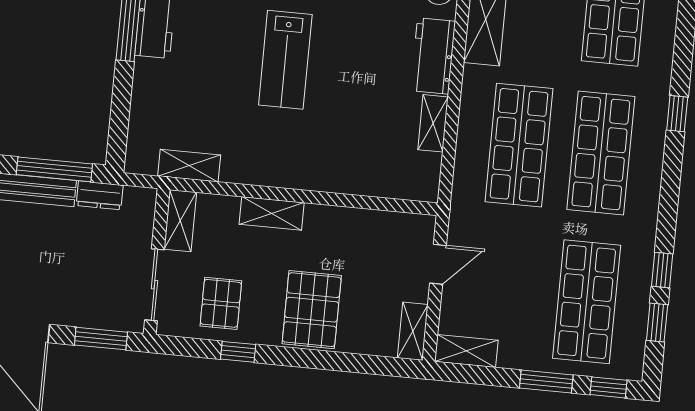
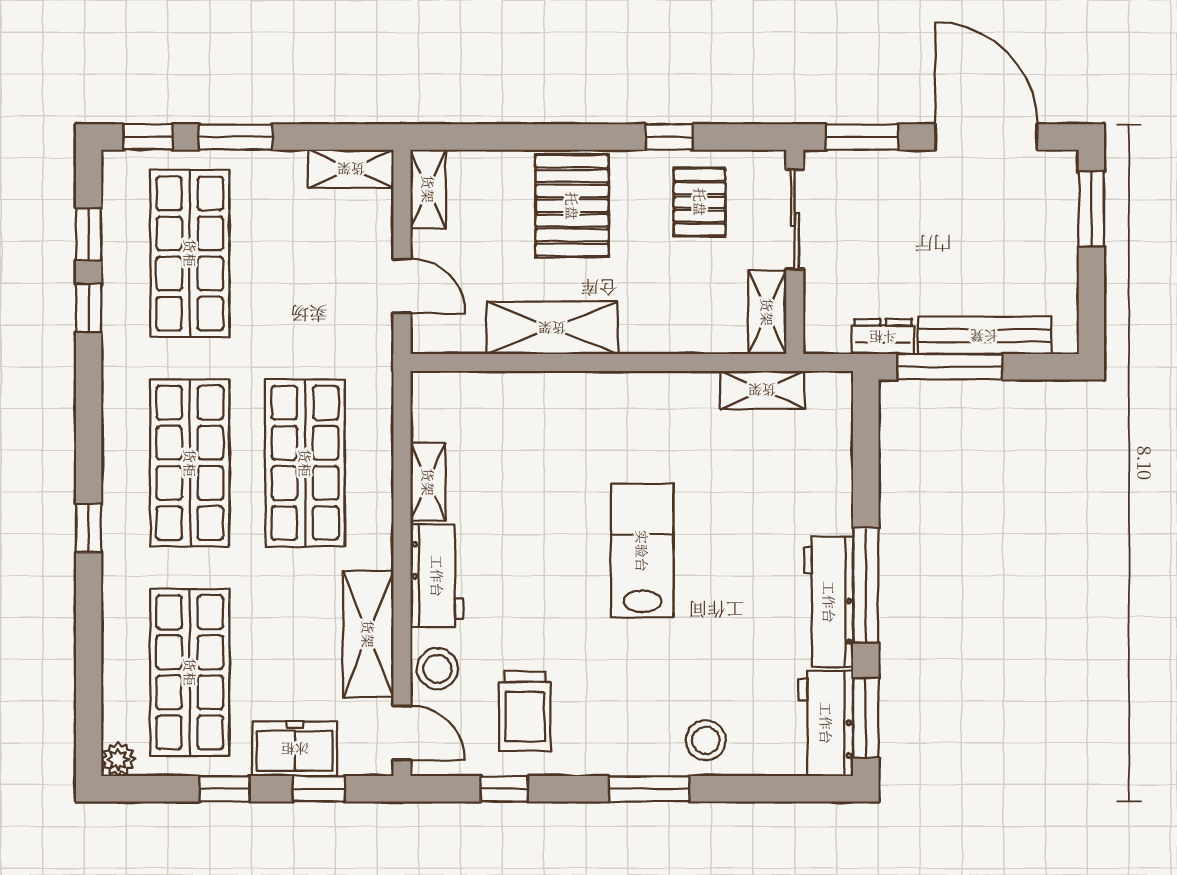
shelving: (272, 213) -> (552, 328), moved, width x1.50, depth x1.33
door: (438, 264) -> (402, 286), swing flipped

